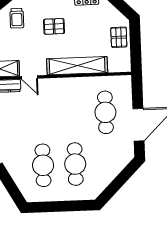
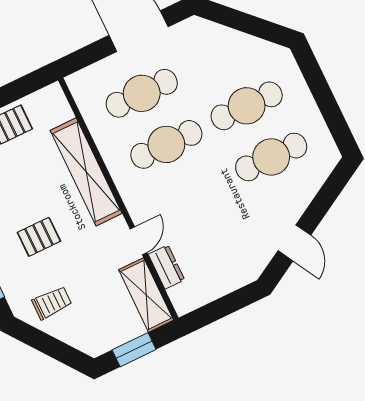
pallet: (54, 26) -> (39, 237), turned 90
cafe table: (73, 114) -> (166, 144), added

